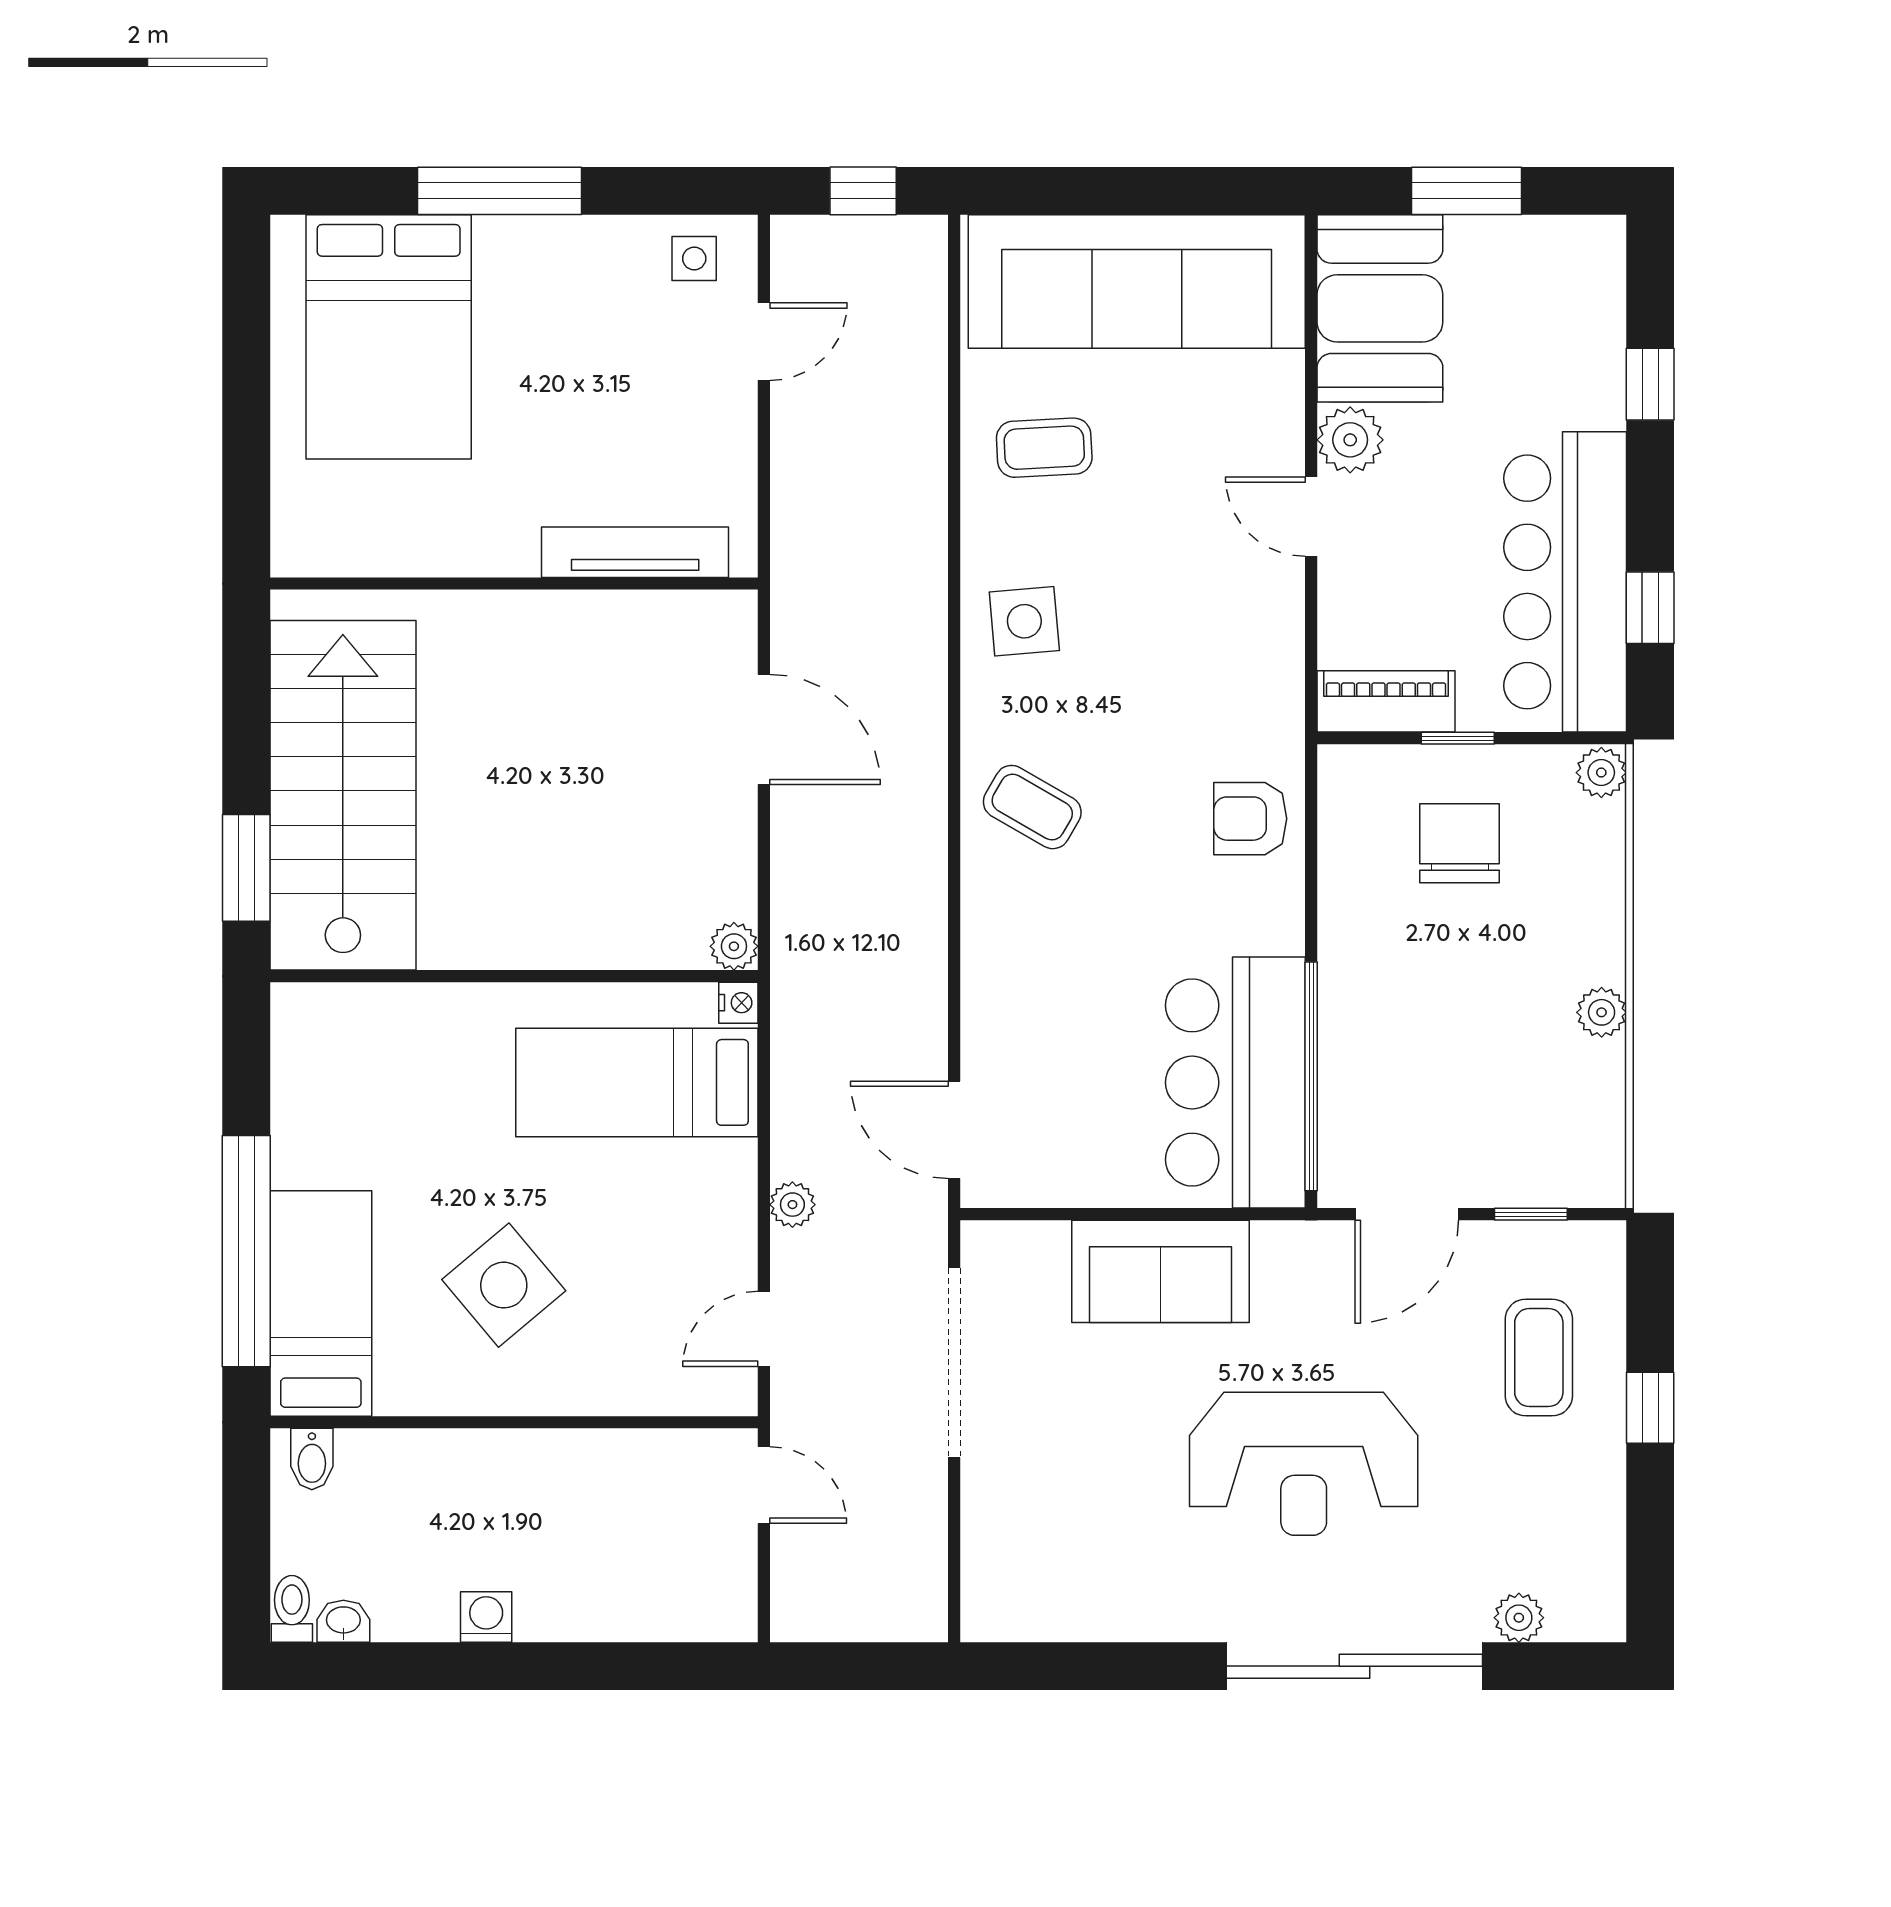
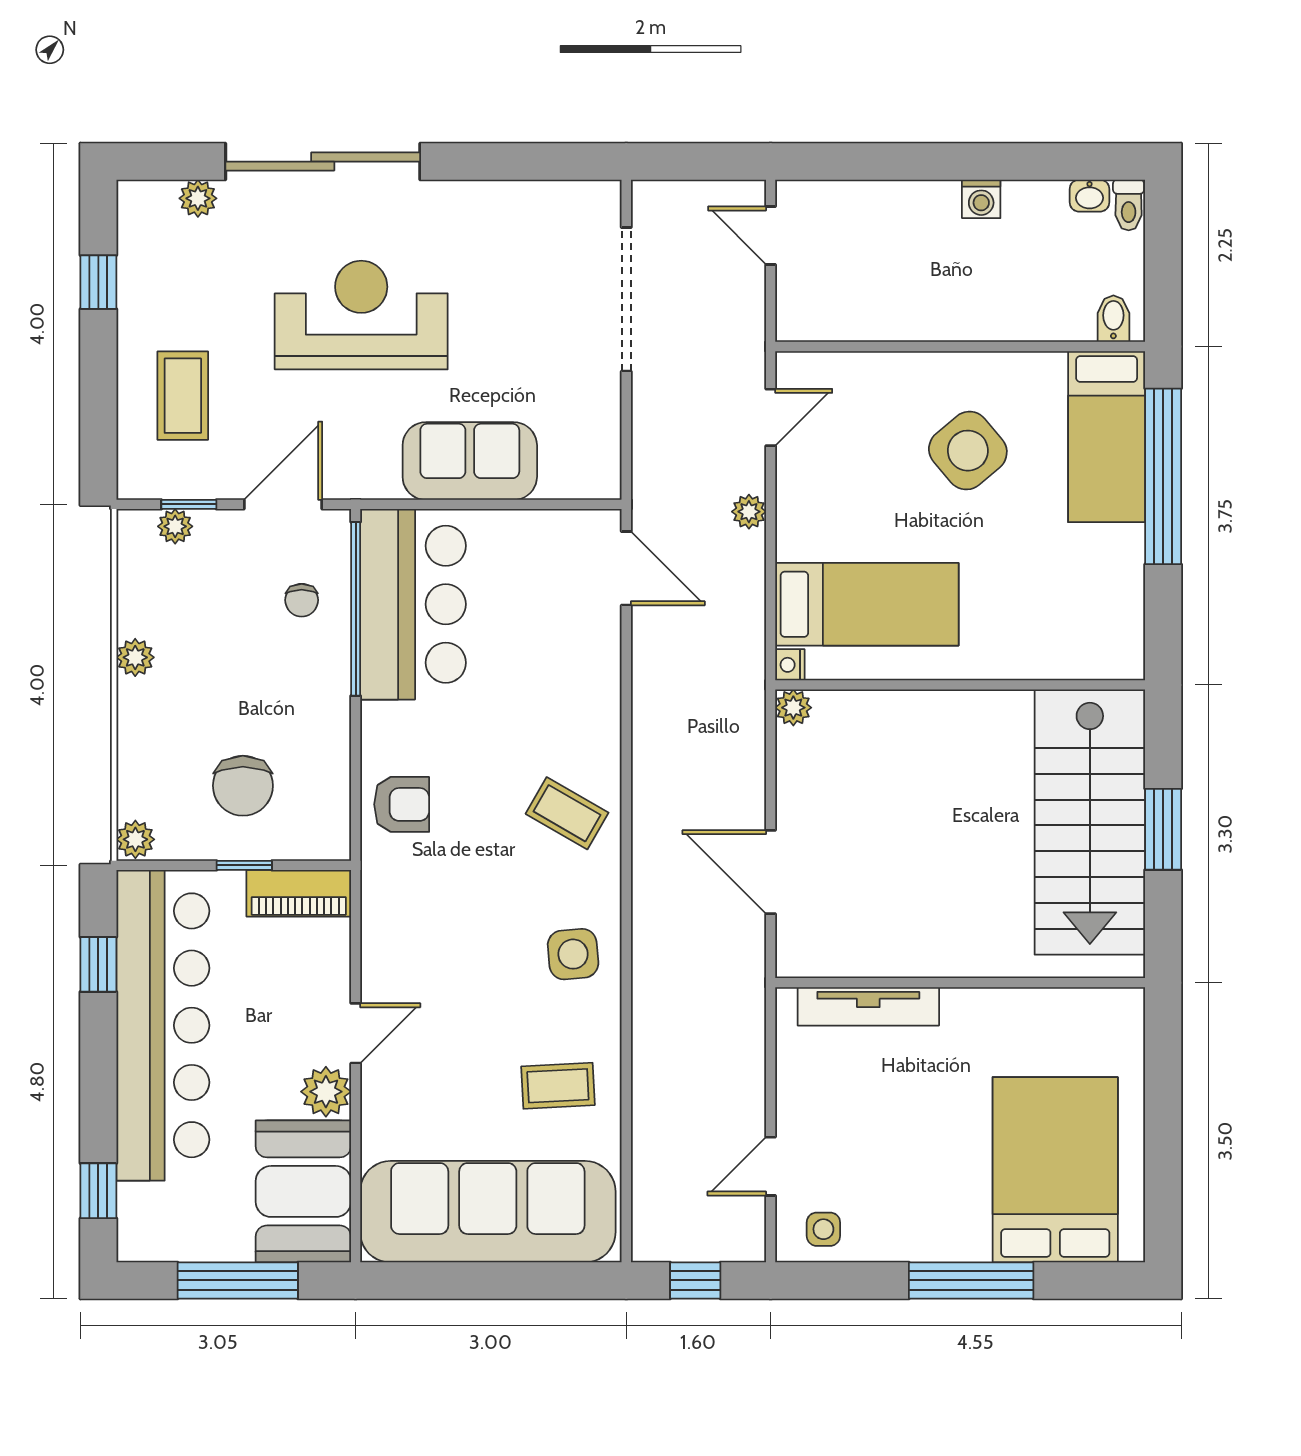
window: (1466, 191) -> (238, 1280), width x1.44
window: (1650, 384) -> (98, 1191), moved
door: (1311, 517) -> (356, 1033), hinge flipped
bar counter: (1565, 582) -> (163, 1025), width x1.36
window: (246, 868) -> (1163, 829), moved
chair: (1382, 1088) -> (302, 600), added
plant: (1549, 1185) -> (175, 526), added
doorway: (954, 1363) -> (626, 299), moved
window: (1650, 1408) -> (98, 282), moved
door: (764, 1485) -> (771, 236), moved

